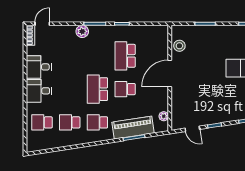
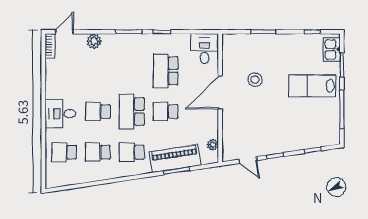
plant: (82, 31) -> (94, 41), moved
stool: (179, 46) -> (255, 80), moved
desk: (39, 67) -> (205, 49), moved, turned 90
school desk: (70, 89) -> (98, 112), added

